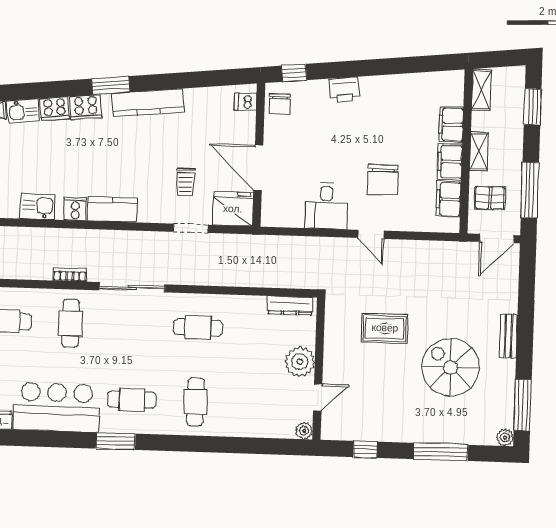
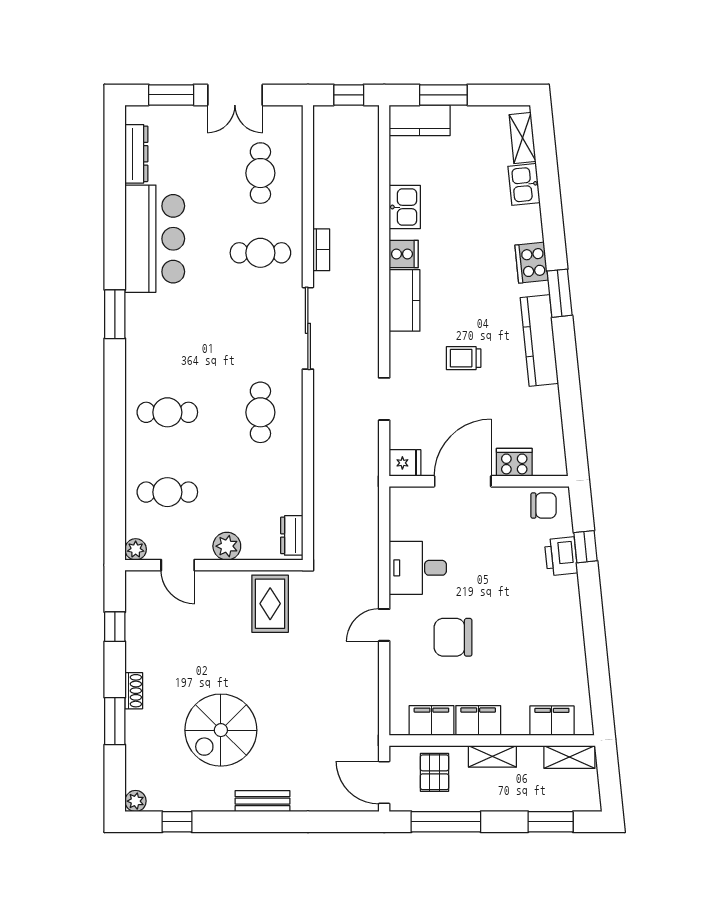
window: (294, 73) -> (585, 547), moved
printer: (344, 90) -> (561, 556), moved
dishwasher: (245, 102) -> (545, 462), removed
chair: (280, 104) -> (544, 505), turned 180
cooker: (55, 108) -> (514, 462), moved, turned 96
filing cabinet: (451, 125) -> (552, 721), moved
trolley: (185, 182) -> (464, 358), moved
fridge: (233, 209) -> (405, 463), width x0.53, depth x0.75
dresser: (290, 306) -> (292, 535), width x0.70
rug: (385, 328) -> (270, 604), moved
plant: (300, 362) -> (227, 546), width x0.73, depth x0.73
spiral stairs: (451, 367) -> (221, 730), turned 180
cafe table: (132, 400) -> (167, 492), moved, turned 90
window: (523, 405) -> (177, 822), width x0.46
shoe rack: (417, 436) -> (134, 691), added
window: (441, 452) -> (115, 721), width x0.69

